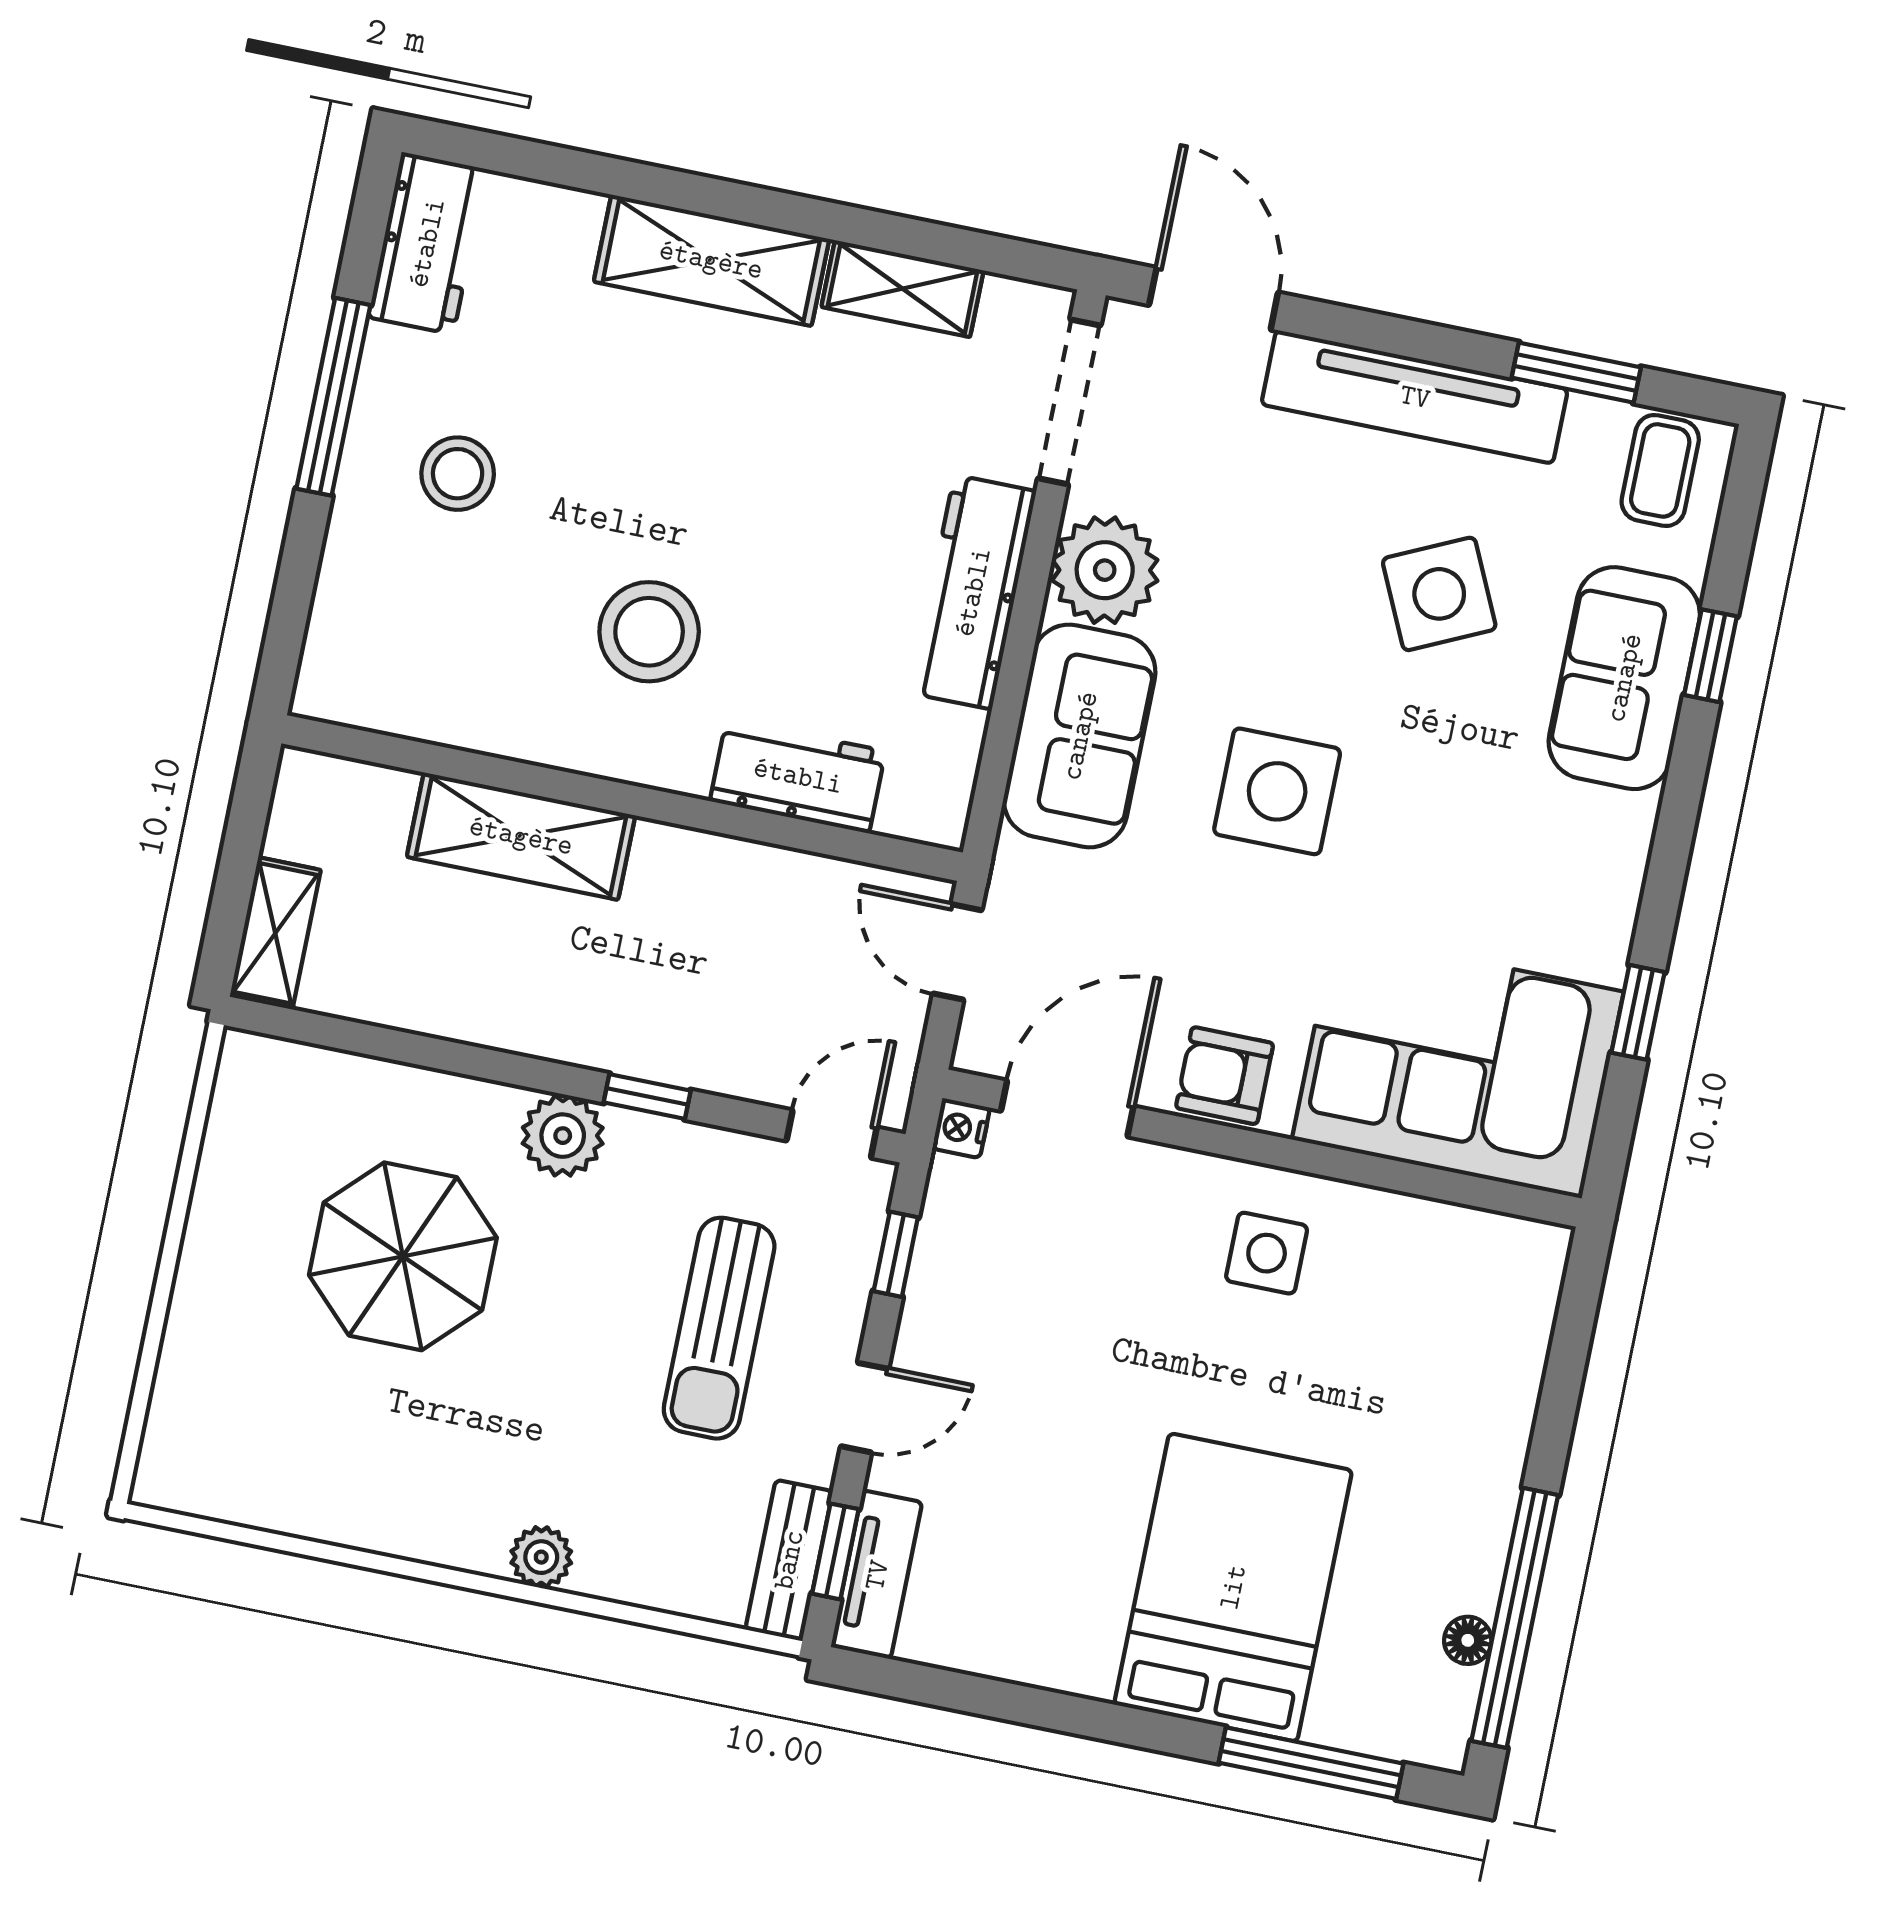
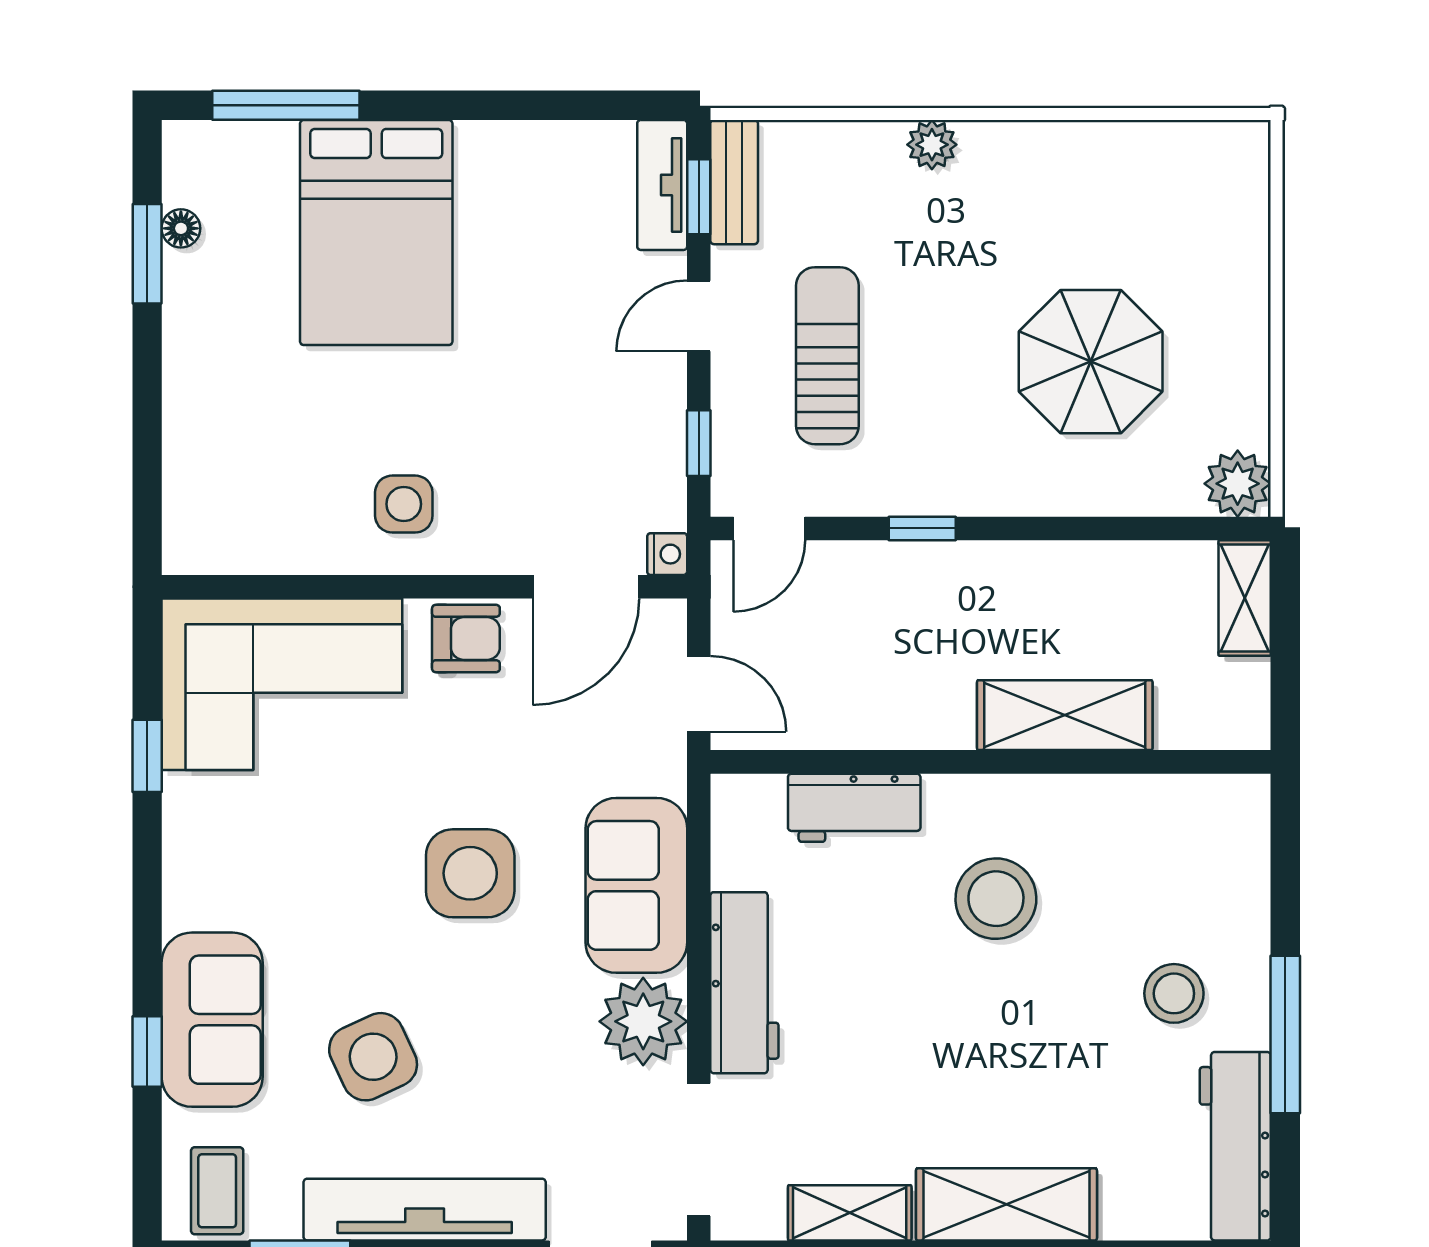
workbench: (427, 243) -> (1235, 1146), width x1.37
plant: (563, 1136) -> (1238, 484), moved
window: (1515, 1618) -> (147, 254), width x0.47

